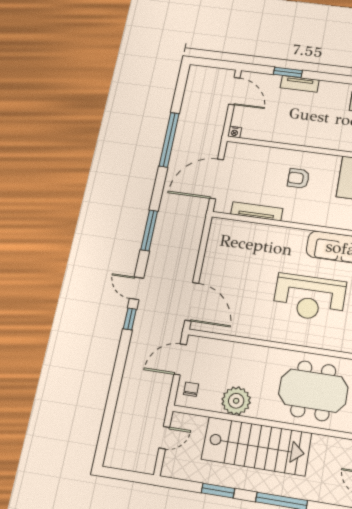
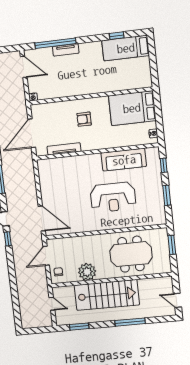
window: (288, 72) -> (55, 43), width x2.11
door: (164, 438) -> (52, 304), hinge flipped
window: (218, 491) -> (79, 327), moved

